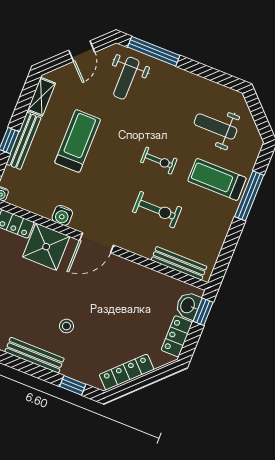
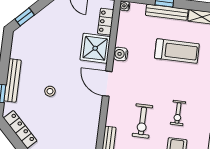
stool: (66, 326) -> (50, 91), moved
bench: (34, 355) -> (13, 80), moved

